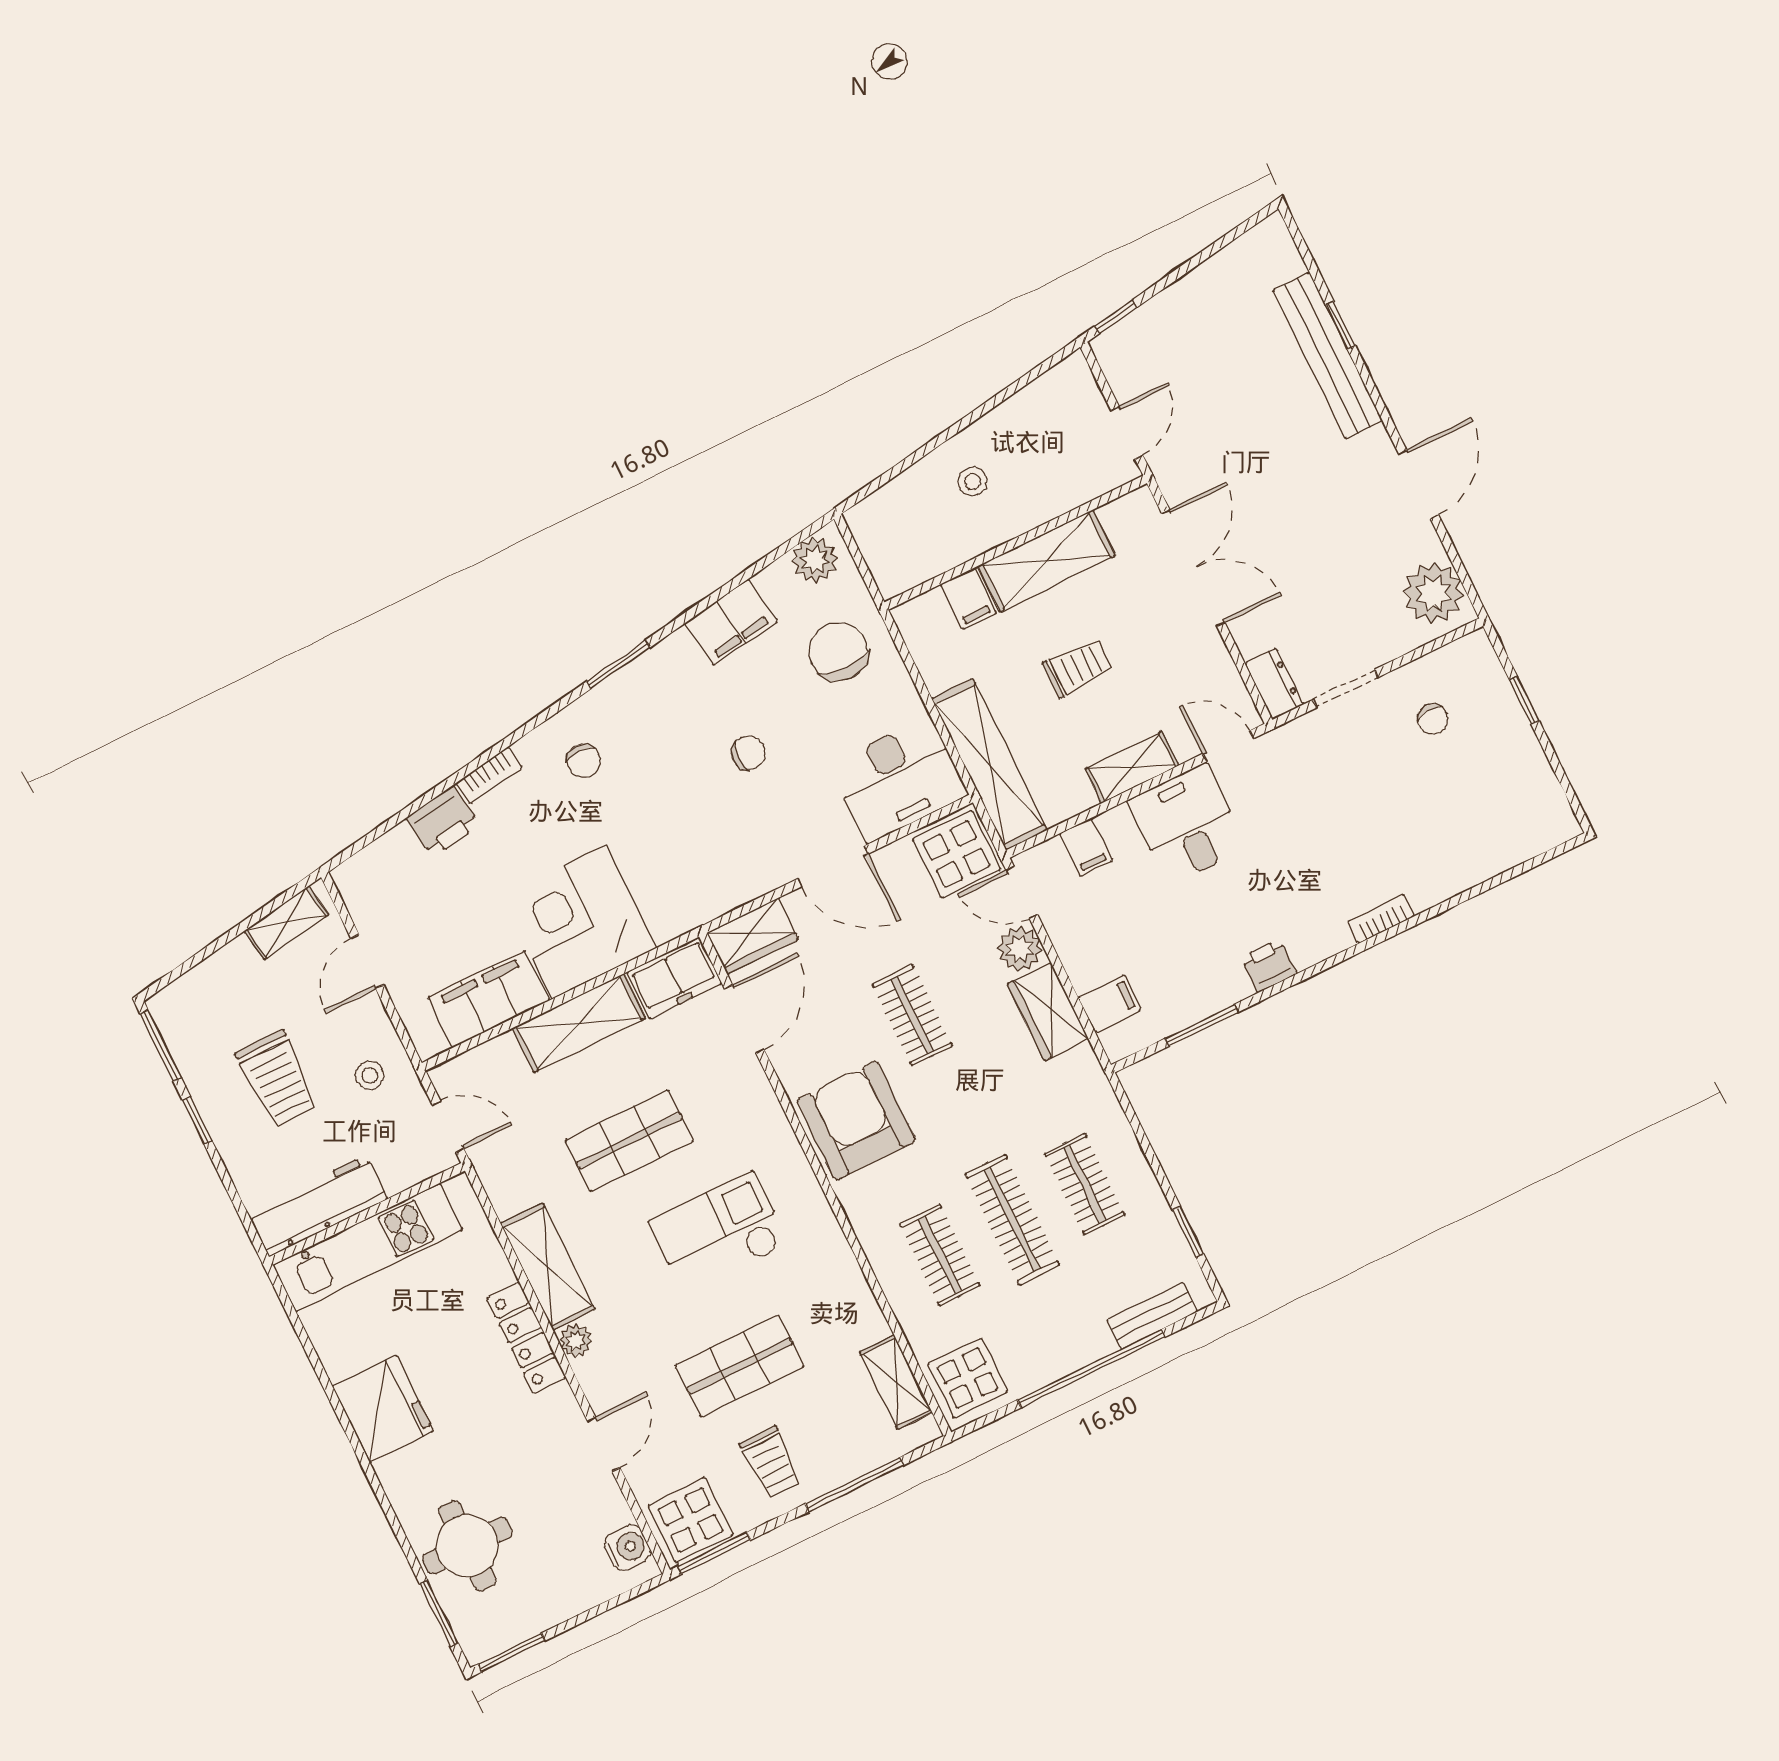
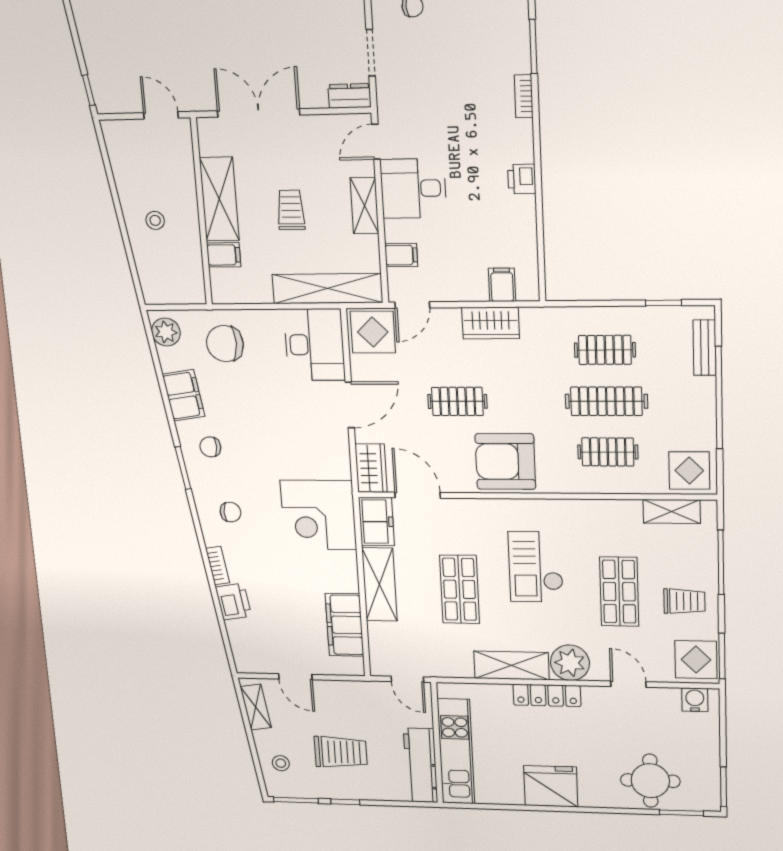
chair: (748, 753) -> (210, 447), moved, turned -90
corner desk: (579, 922) -> (318, 515), moved
plant: (1020, 949) -> (446, 322), removed
window: (1201, 1025) -> (533, 46), moved
stool: (370, 1076) -> (281, 763), moved
door: (448, 1127) -> (407, 679), swing flipped
plant: (576, 1341) -> (570, 663), width x1.88, depth x1.88

